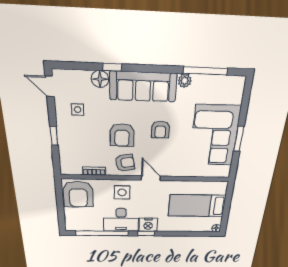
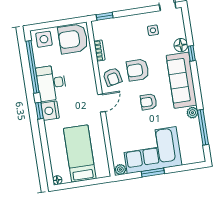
window: (54, 136) -> (105, 16), moved
plant: (225, 171) -> (120, 169), added
side table: (122, 192) -> (44, 39), moved

